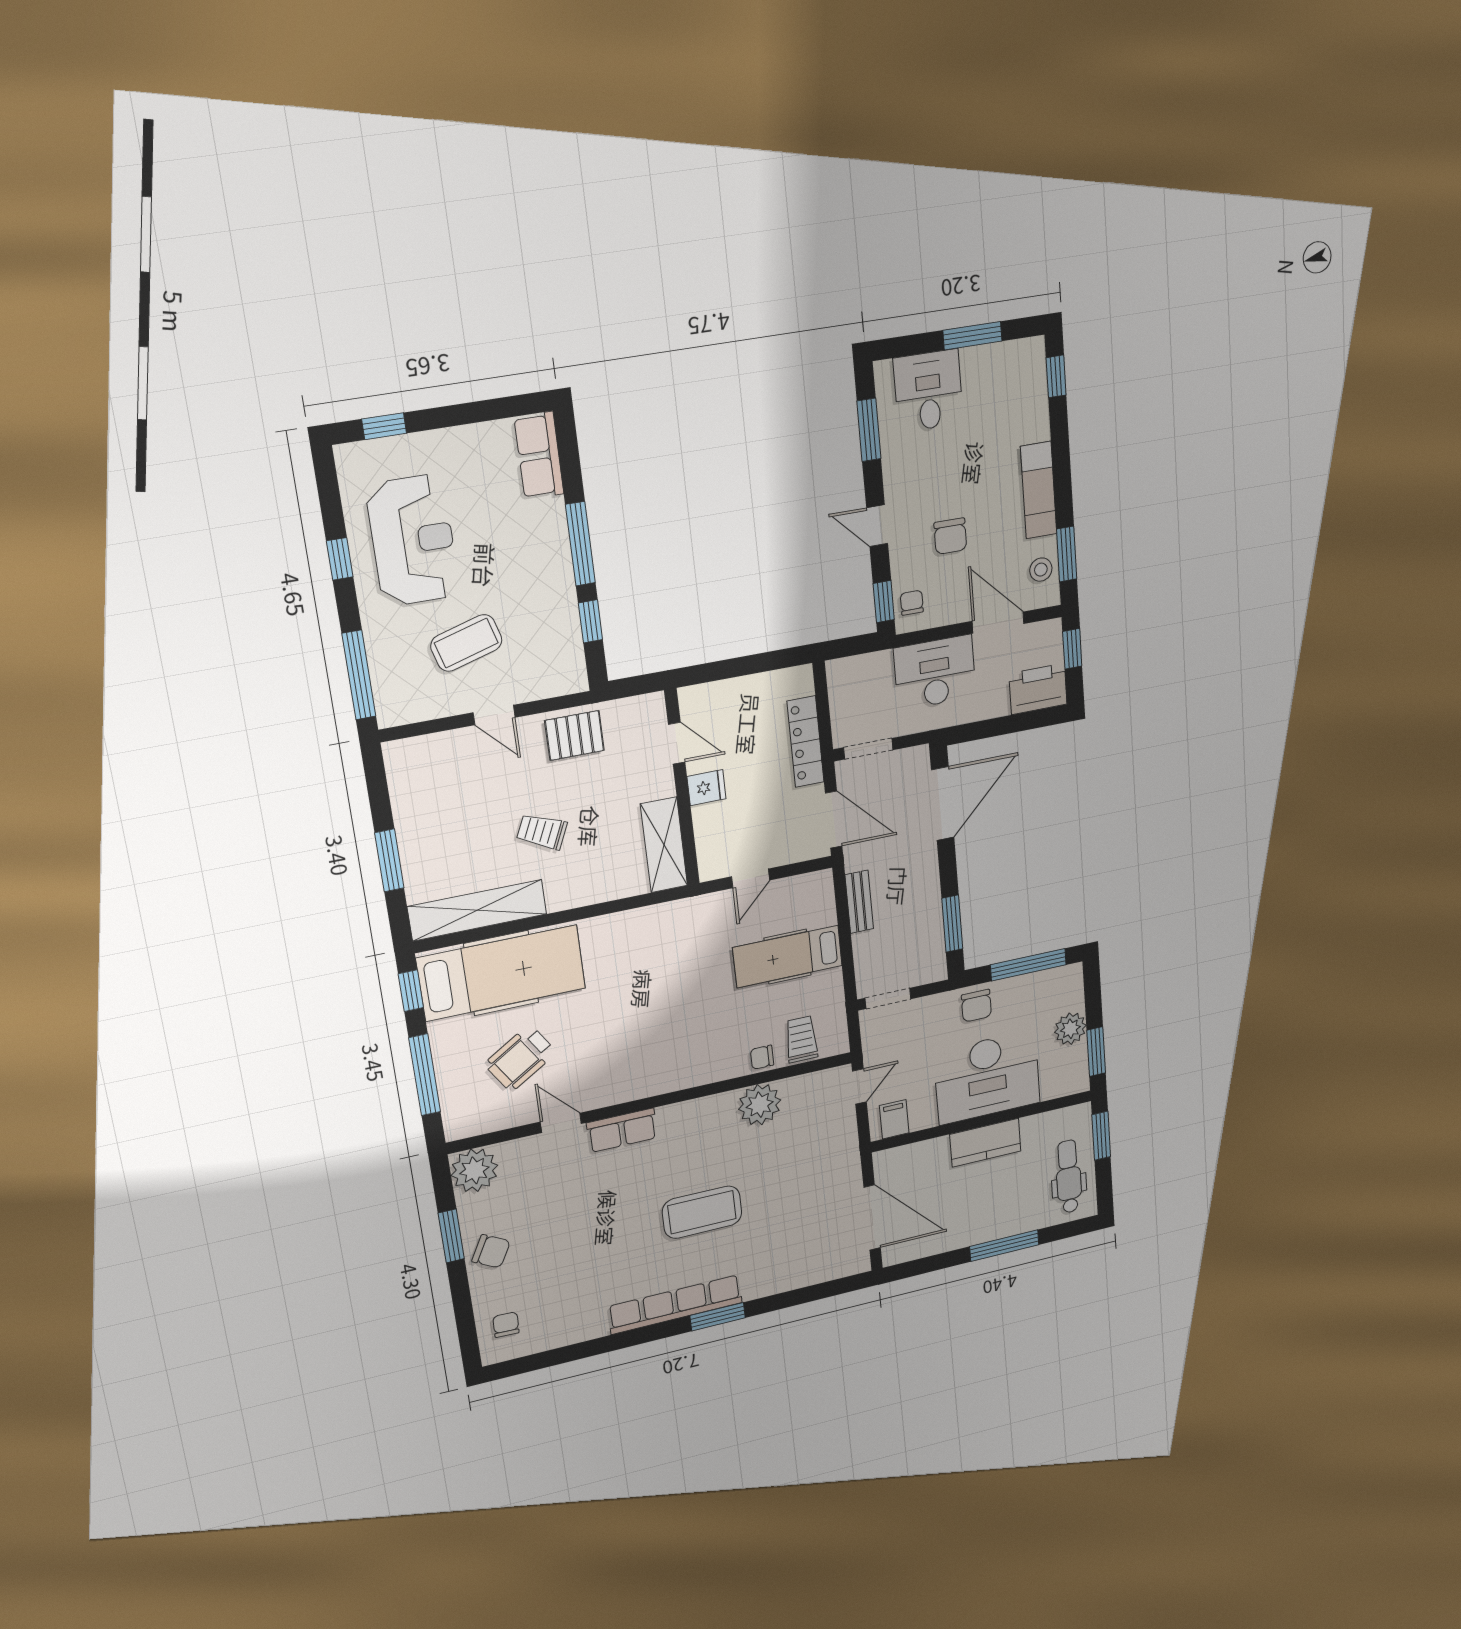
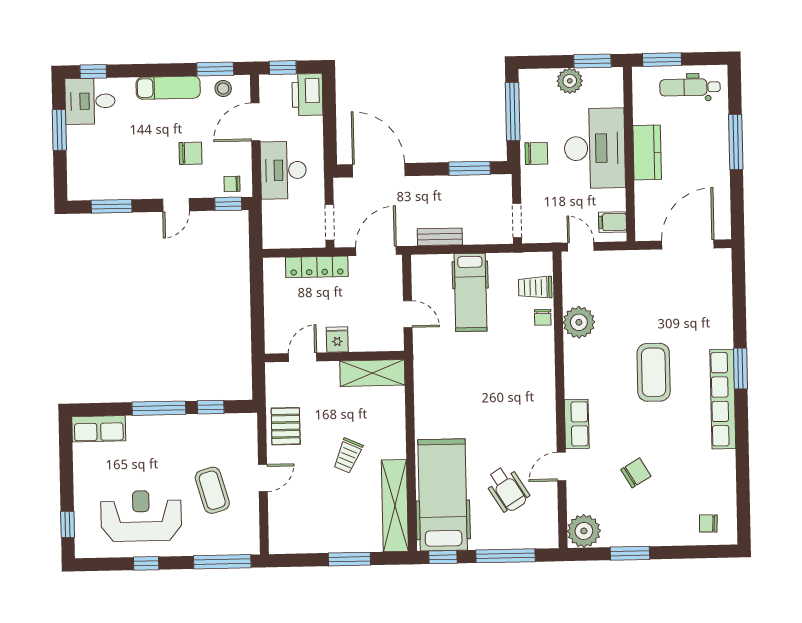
desk: (928, 391) -> (90, 101), moved
chair: (491, 1251) -> (636, 473), moved, turned 31

